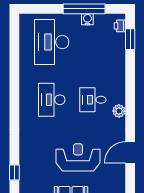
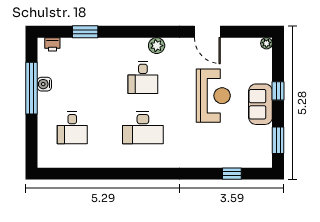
window: (130, 39) -> (85, 32), moved
desk: (52, 42) -> (72, 128), width x0.53, depth x0.77
reception desk: (78, 157) -> (213, 96), turned 180

